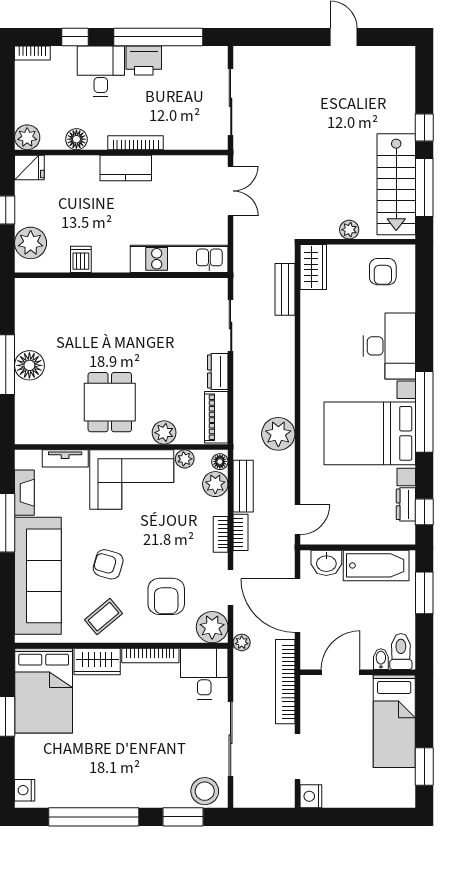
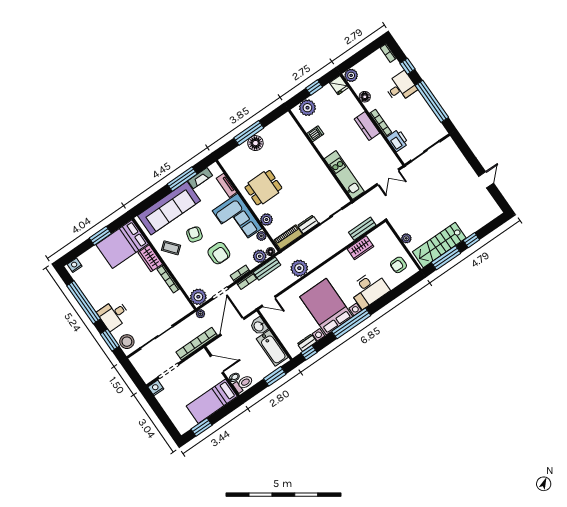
printer: (144, 60) -> (397, 140), moved, turned 180
wardrobe: (313, 267) -> (360, 248), moved
armchair: (166, 596) -> (219, 253), moved, turned -90
desk: (204, 674) -> (114, 315), moved, turned 180

